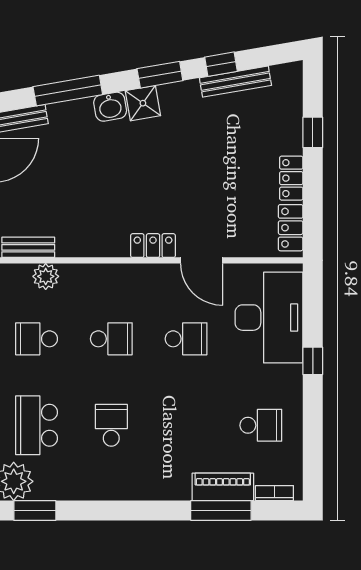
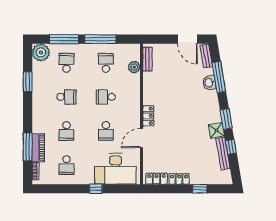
shower: (143, 103) -> (216, 130), moved
washbasin: (110, 107) -> (209, 83), moved
school desk: (111, 339) -> (106, 97), turned 90
school desk: (37, 425) -> (66, 63), width x0.54
school desk: (186, 425) -> (66, 131), added
window: (35, 511) -> (28, 82), moved

